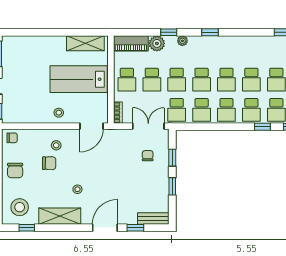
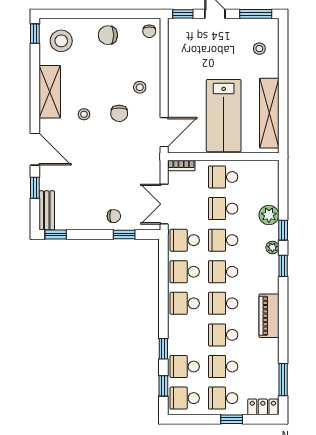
window: (210, 32) -> (283, 266), moved
shelving: (85, 43) -> (269, 113), width x1.47
piano: (131, 43) -> (269, 316), moved
lab bench: (79, 79) -> (224, 116), turned 180
school desk: (251, 110) -> (185, 335), removed
stool: (59, 113) -> (259, 49), moved
door: (92, 126) -> (164, 132), swing flipped
double door: (148, 126) -> (164, 204), swing flipped
chair: (148, 156) -> (114, 216), moved
chair: (49, 163) -> (119, 113), moved
window: (172, 186) -> (56, 235), moved
window: (27, 228) -> (35, 34), moved

